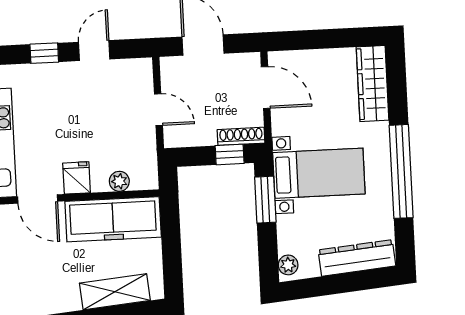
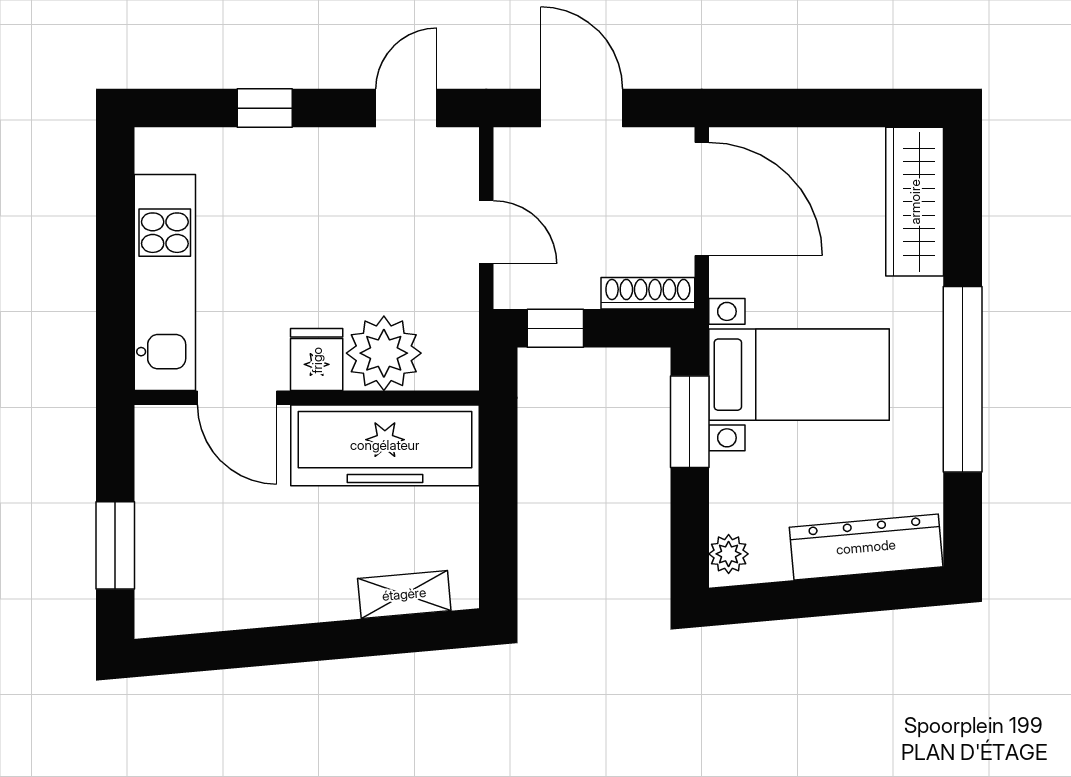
door: (94, 51) -> (406, 108), moved
door: (266, 88) -> (702, 199), width x1.36
window: (230, 154) -> (555, 328), moved
plant: (119, 181) -> (384, 353), width x1.87, depth x1.87
shelving: (115, 292) -> (404, 594), width x0.67, depth x0.75

